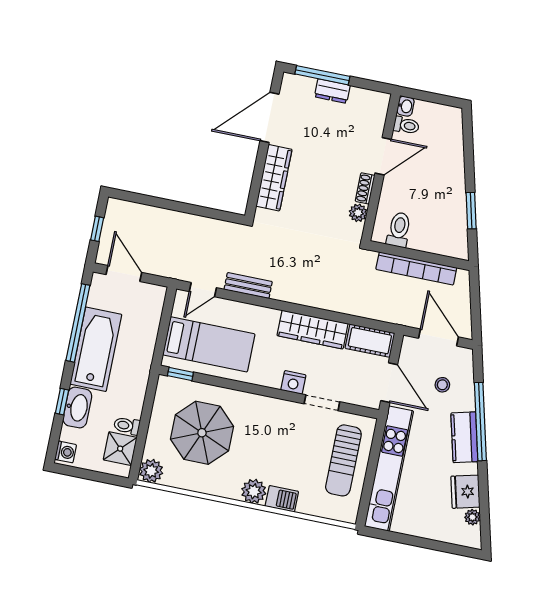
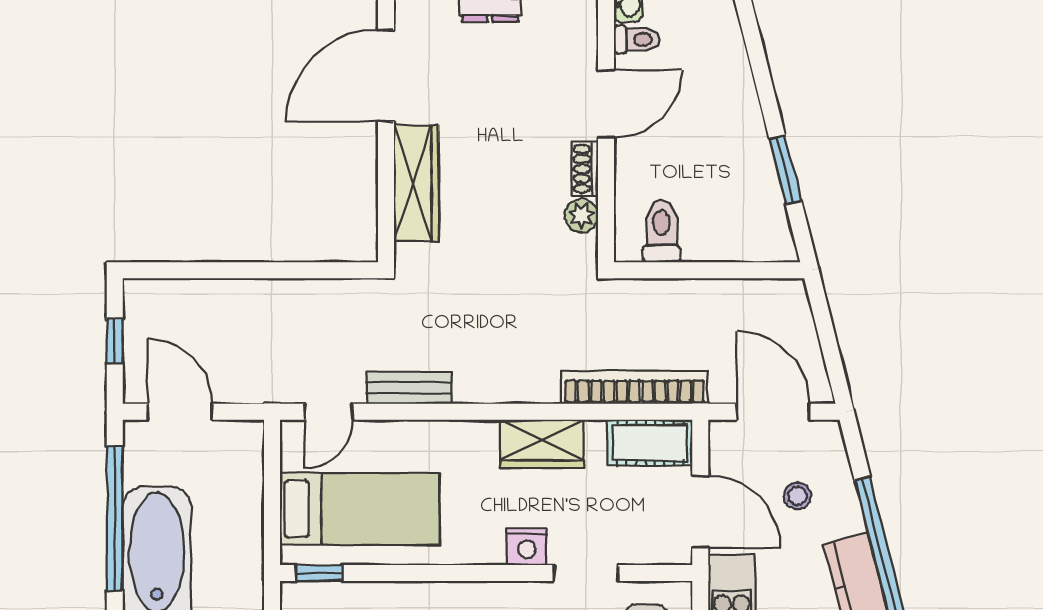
bookcase: (416, 268) -> (634, 387), moved, turned 180
wardrobe: (313, 330) -> (542, 444), width x0.67

